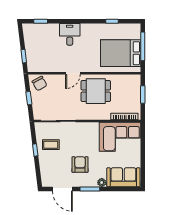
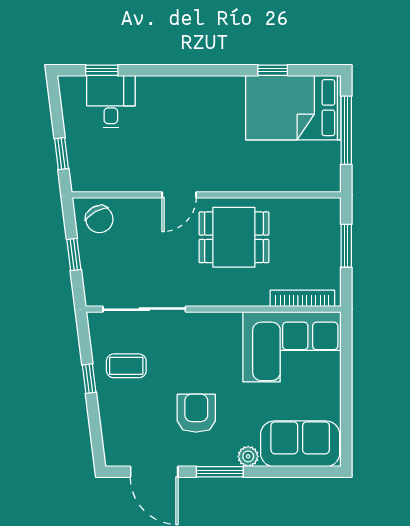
desk: (70, 34) -> (111, 102), moved
bed: (121, 53) -> (293, 108), moved

